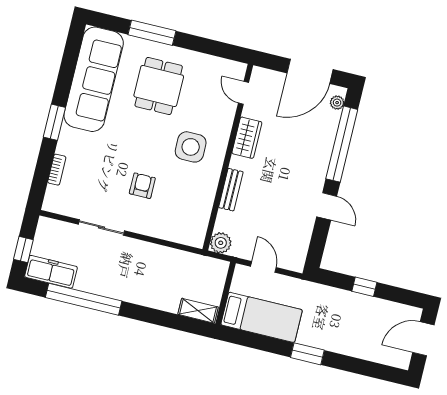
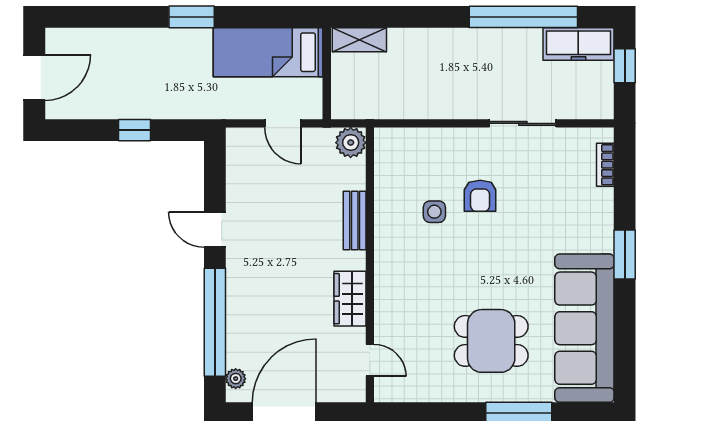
dining table: (159, 86) -> (491, 341), turned 90
side table: (191, 147) -> (434, 212), moved, width x0.54, depth x0.54
bookcase: (57, 170) -> (605, 165), moved

